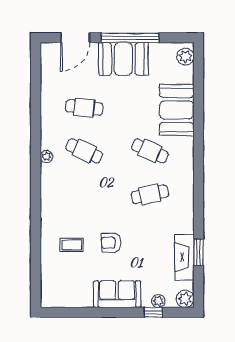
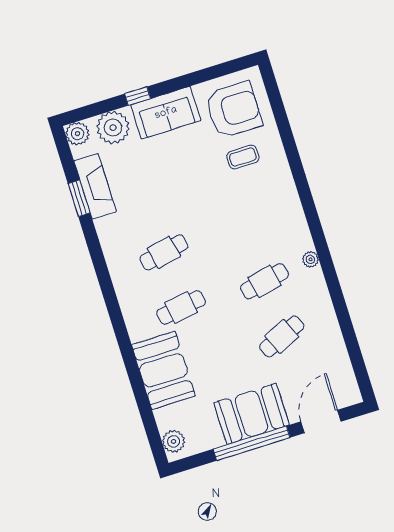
cafe table: (84, 108) -> (282, 336), turned -30
cafe table: (84, 151) -> (265, 281), turned -36
cafe table: (150, 151) -> (181, 308), turned -33
armchair: (111, 243) -> (233, 110), moved, width x1.88, depth x1.88
plant: (158, 301) -> (113, 128), width x1.88, depth x1.88
window: (153, 312) -> (138, 96), moved

